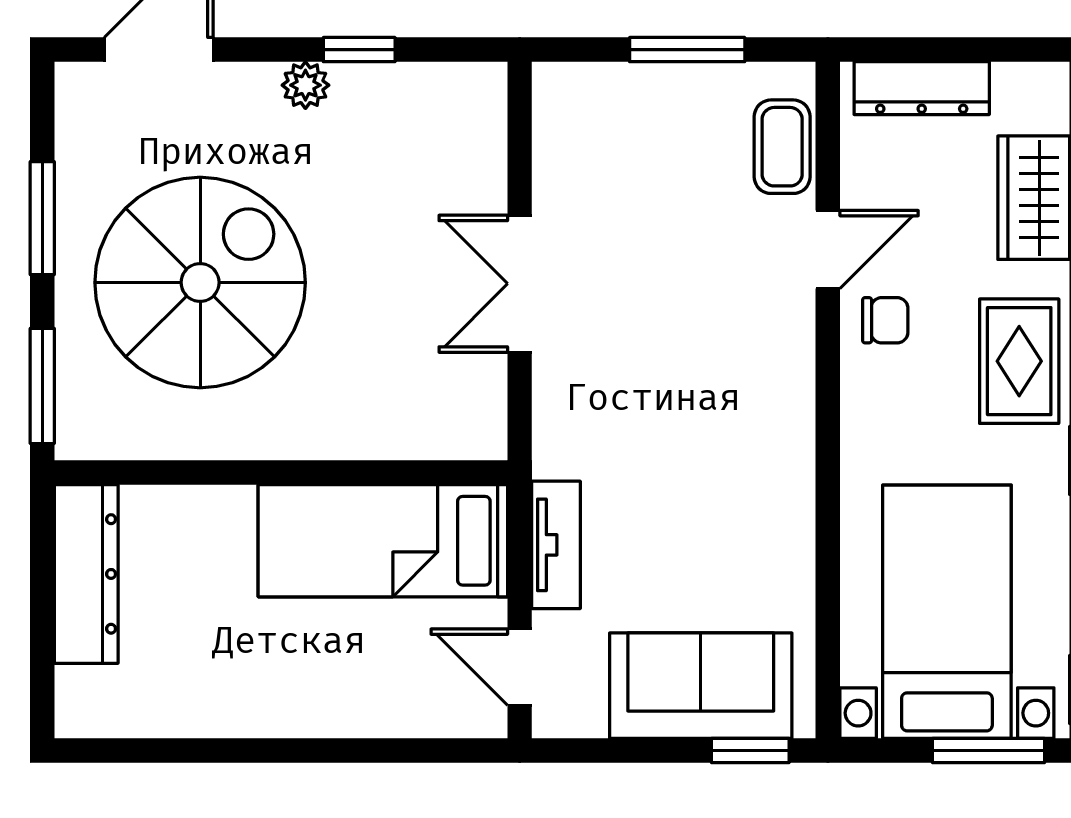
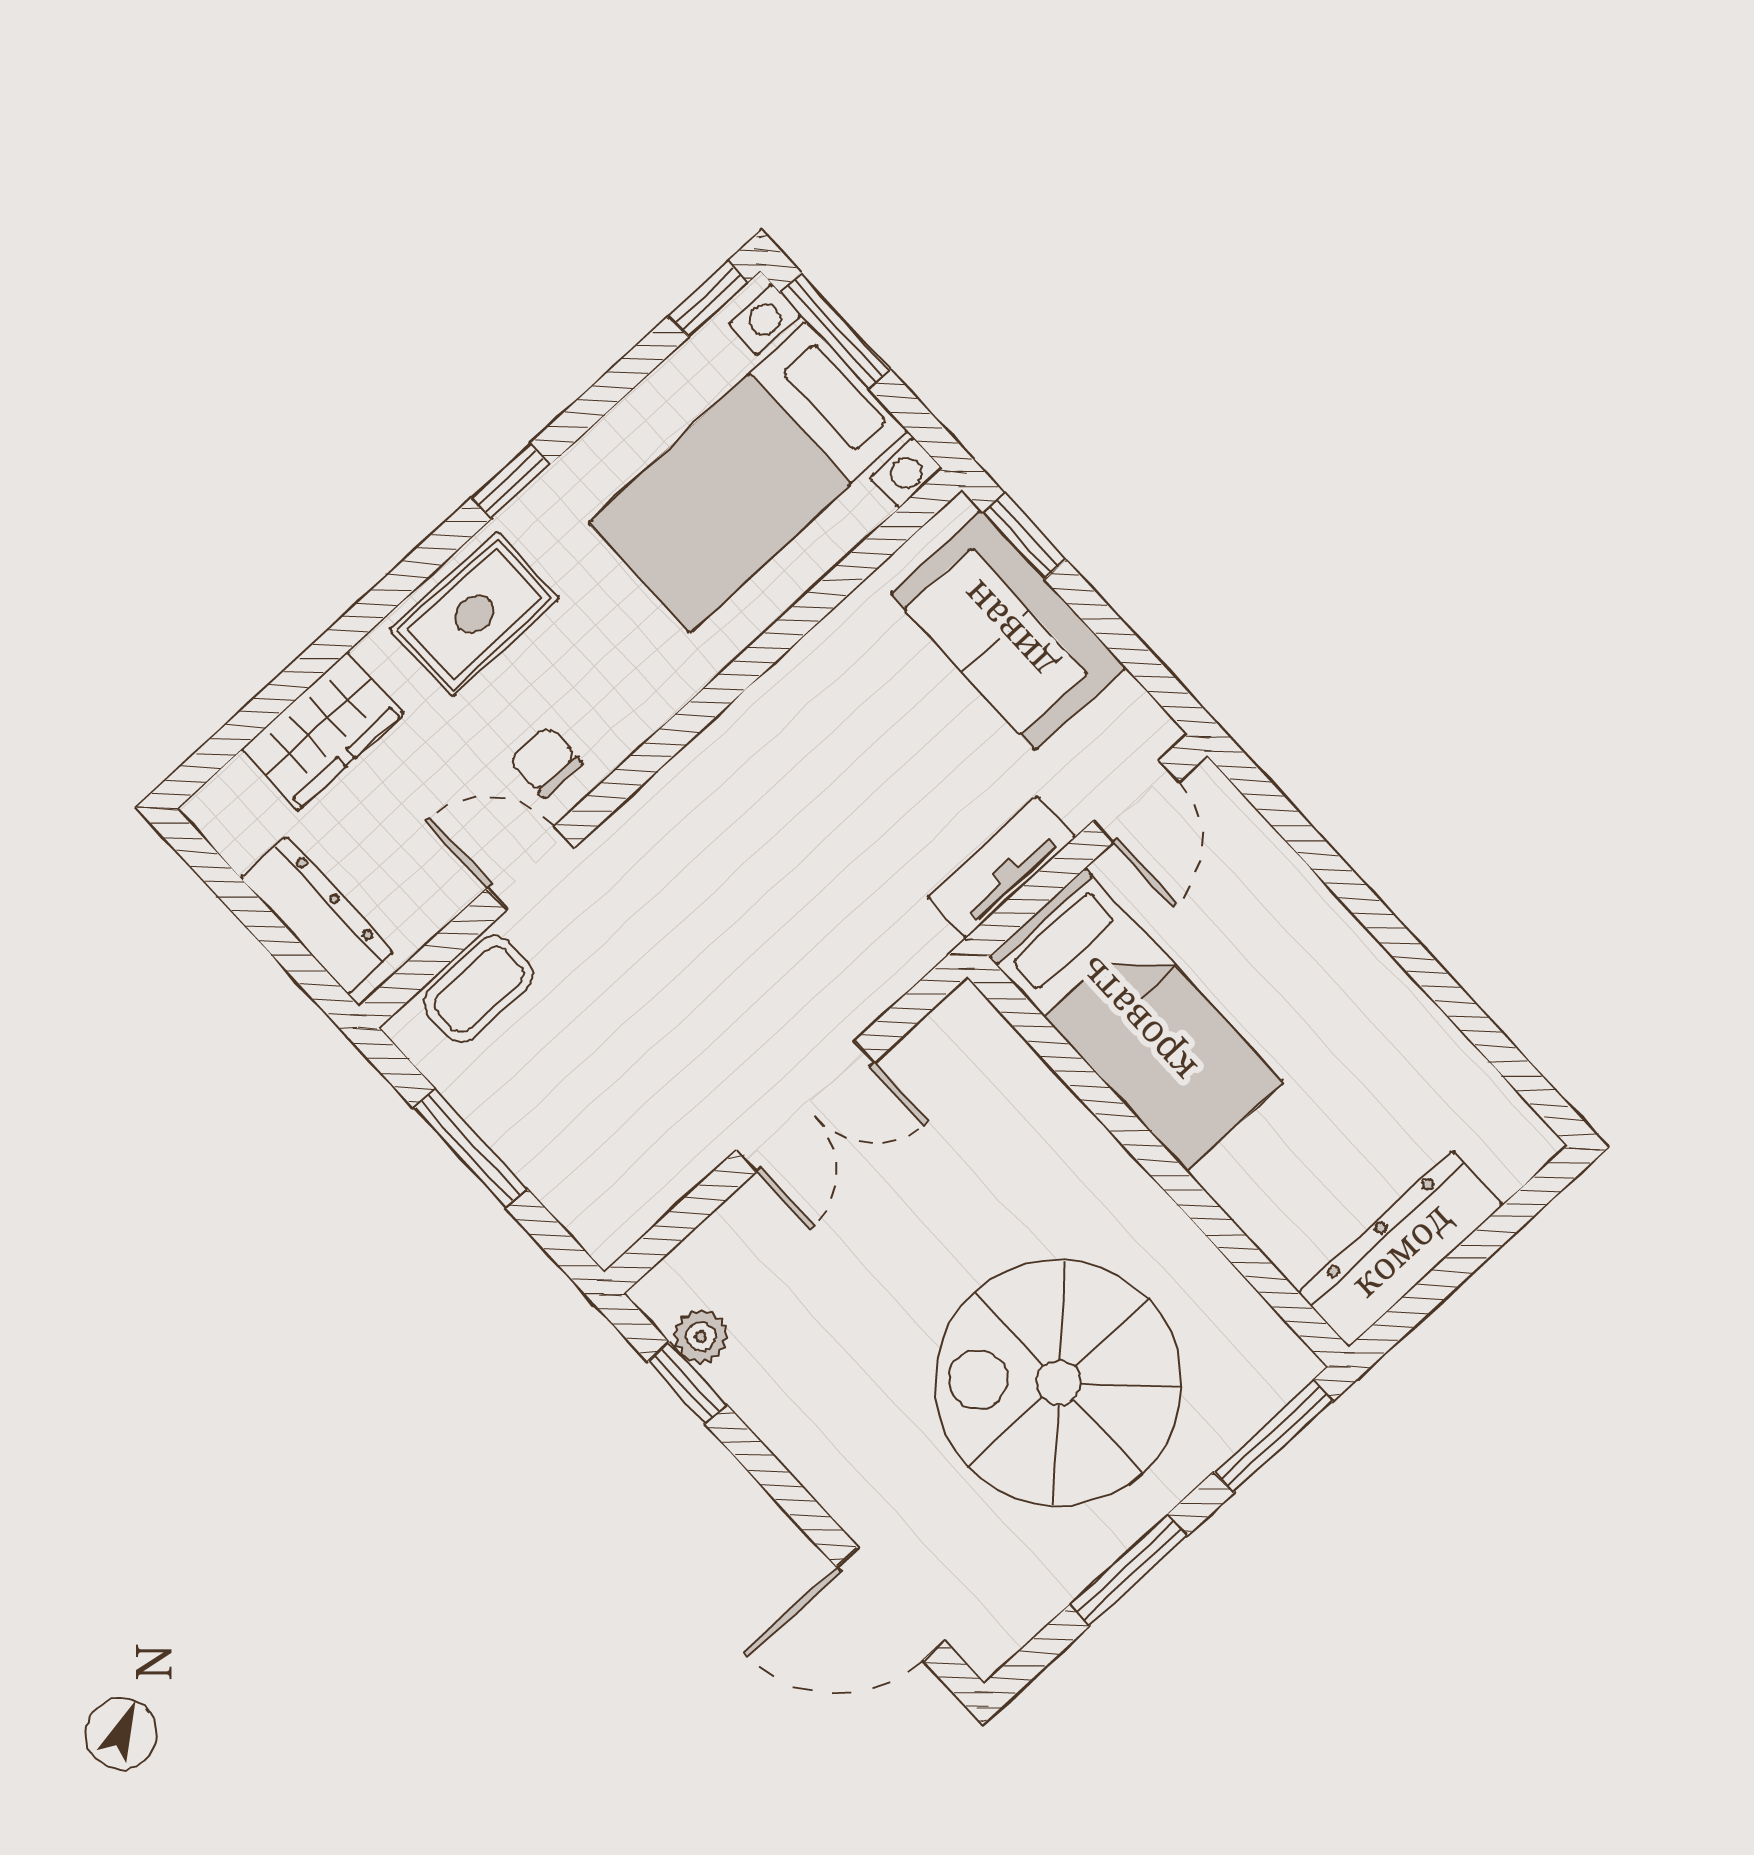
window: (359, 50) -> (687, 1383), moved
plant: (305, 85) -> (701, 1337), moved

